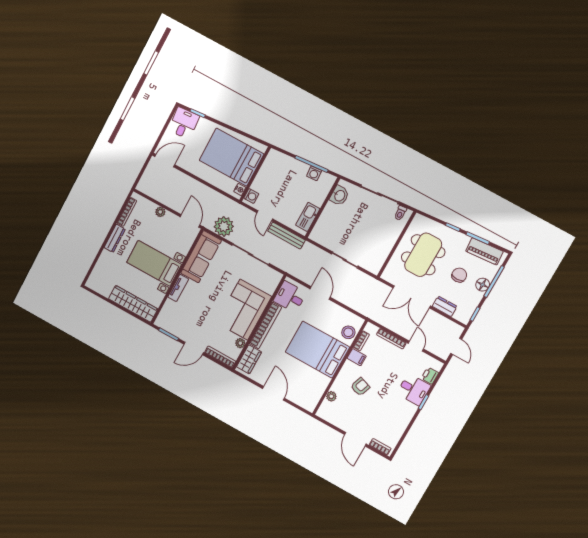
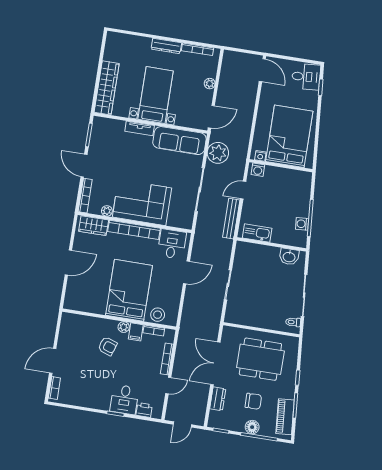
plant: (331, 396) -> (124, 327), moved

